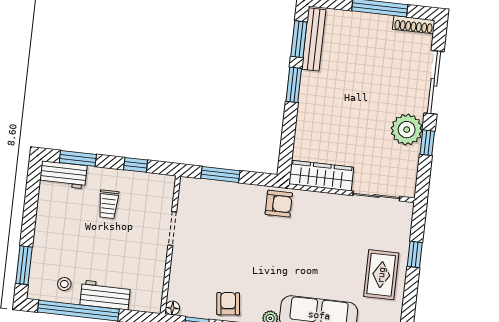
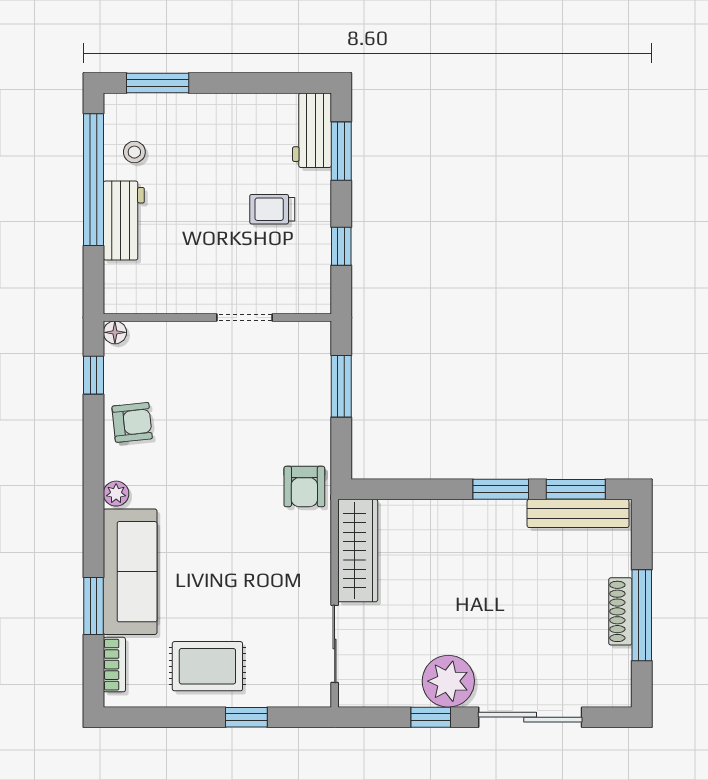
shoe rack: (414, 25) -> (620, 611), moved

